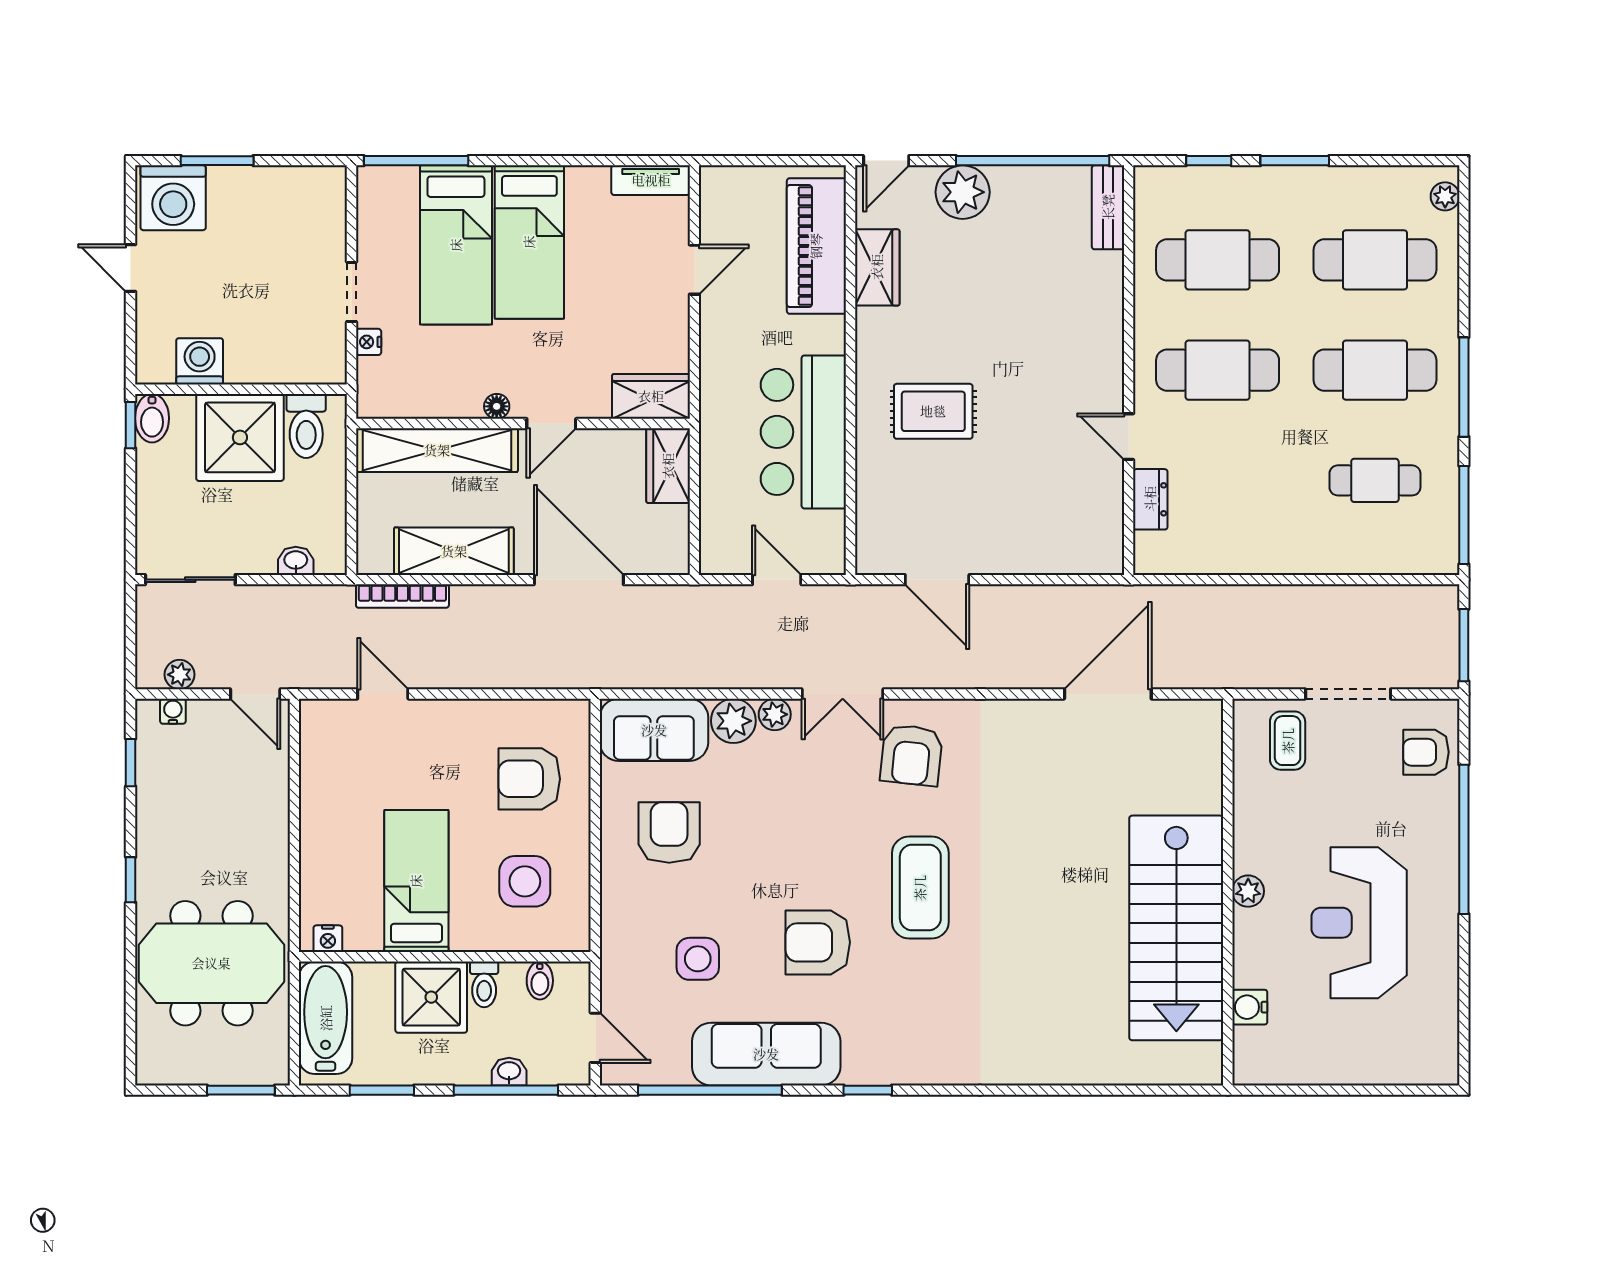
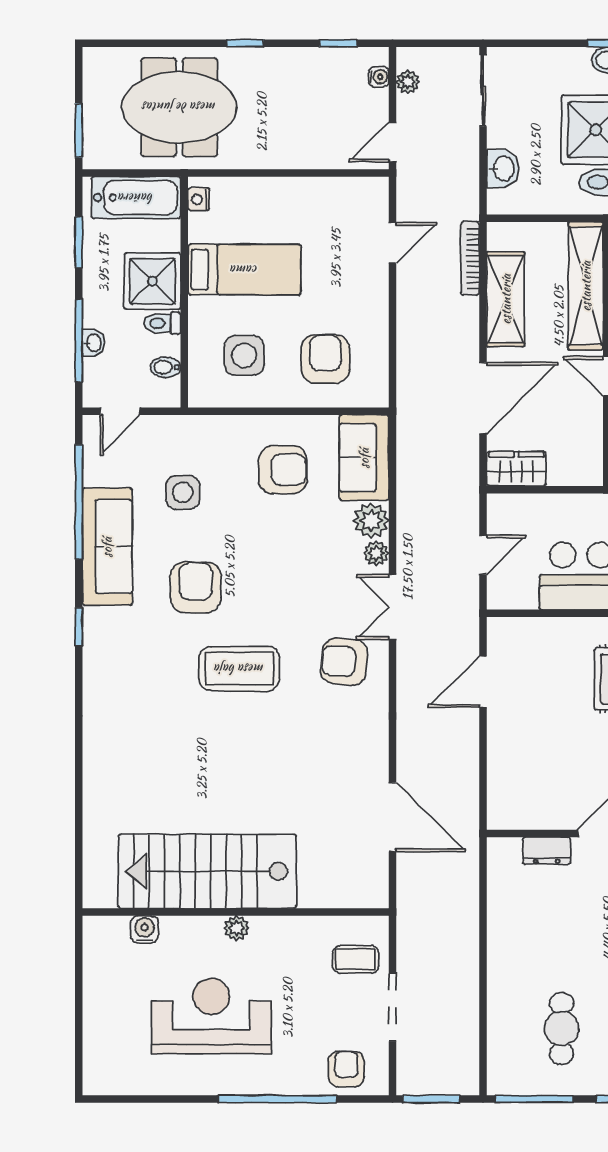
wardrobe: (668, 466) -> (516, 469), moved
washbasin: (296, 561) -> (503, 169), width x1.38, depth x1.45
meeting table: (211, 963) -> (179, 107), turned 90

